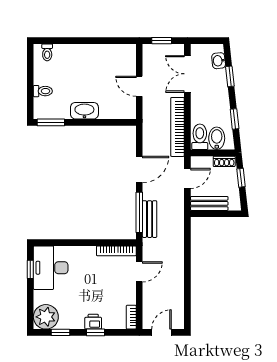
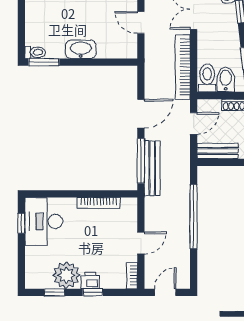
toilet: (43, 91) -> (35, 52), moved
bench: (150, 219) -> (152, 168), width x1.36
bookcase: (116, 251) -> (99, 203), moved
window: (187, 263) -> (194, 217), added
door: (139, 272) -> (141, 243), moved
plant: (46, 317) -> (66, 275), moved

